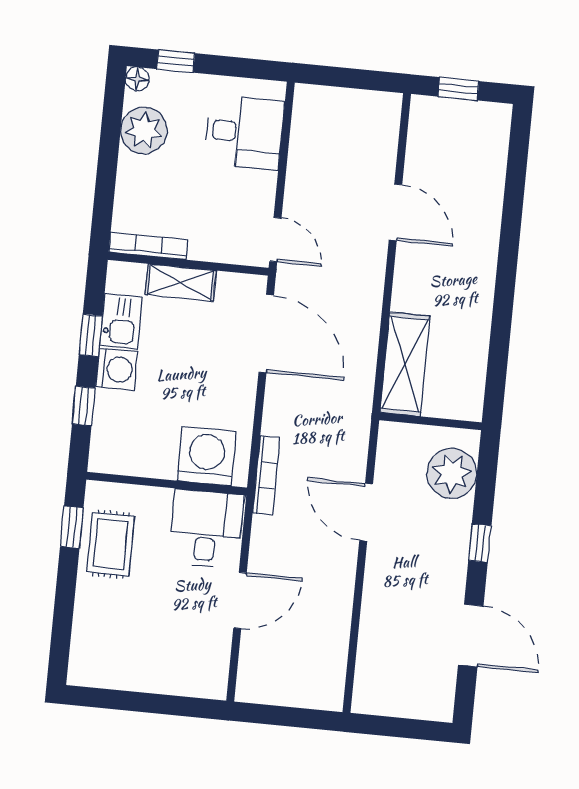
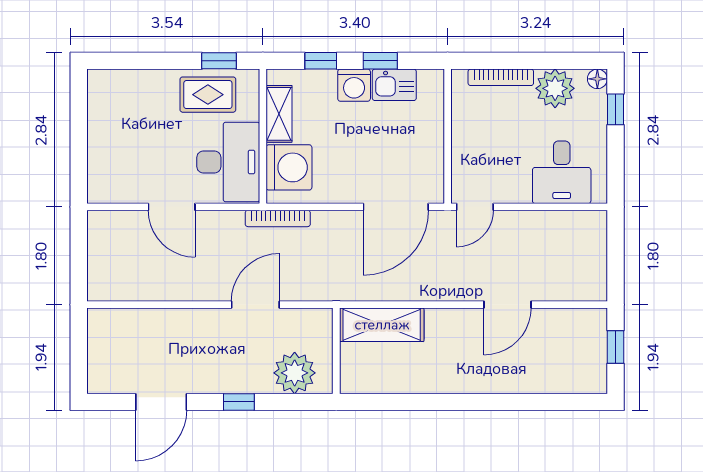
bookcase: (148, 246) -> (501, 77), moved, turned 90
shelving: (181, 282) -> (279, 114), moved
desk: (206, 529) -> (228, 162), width x1.37

